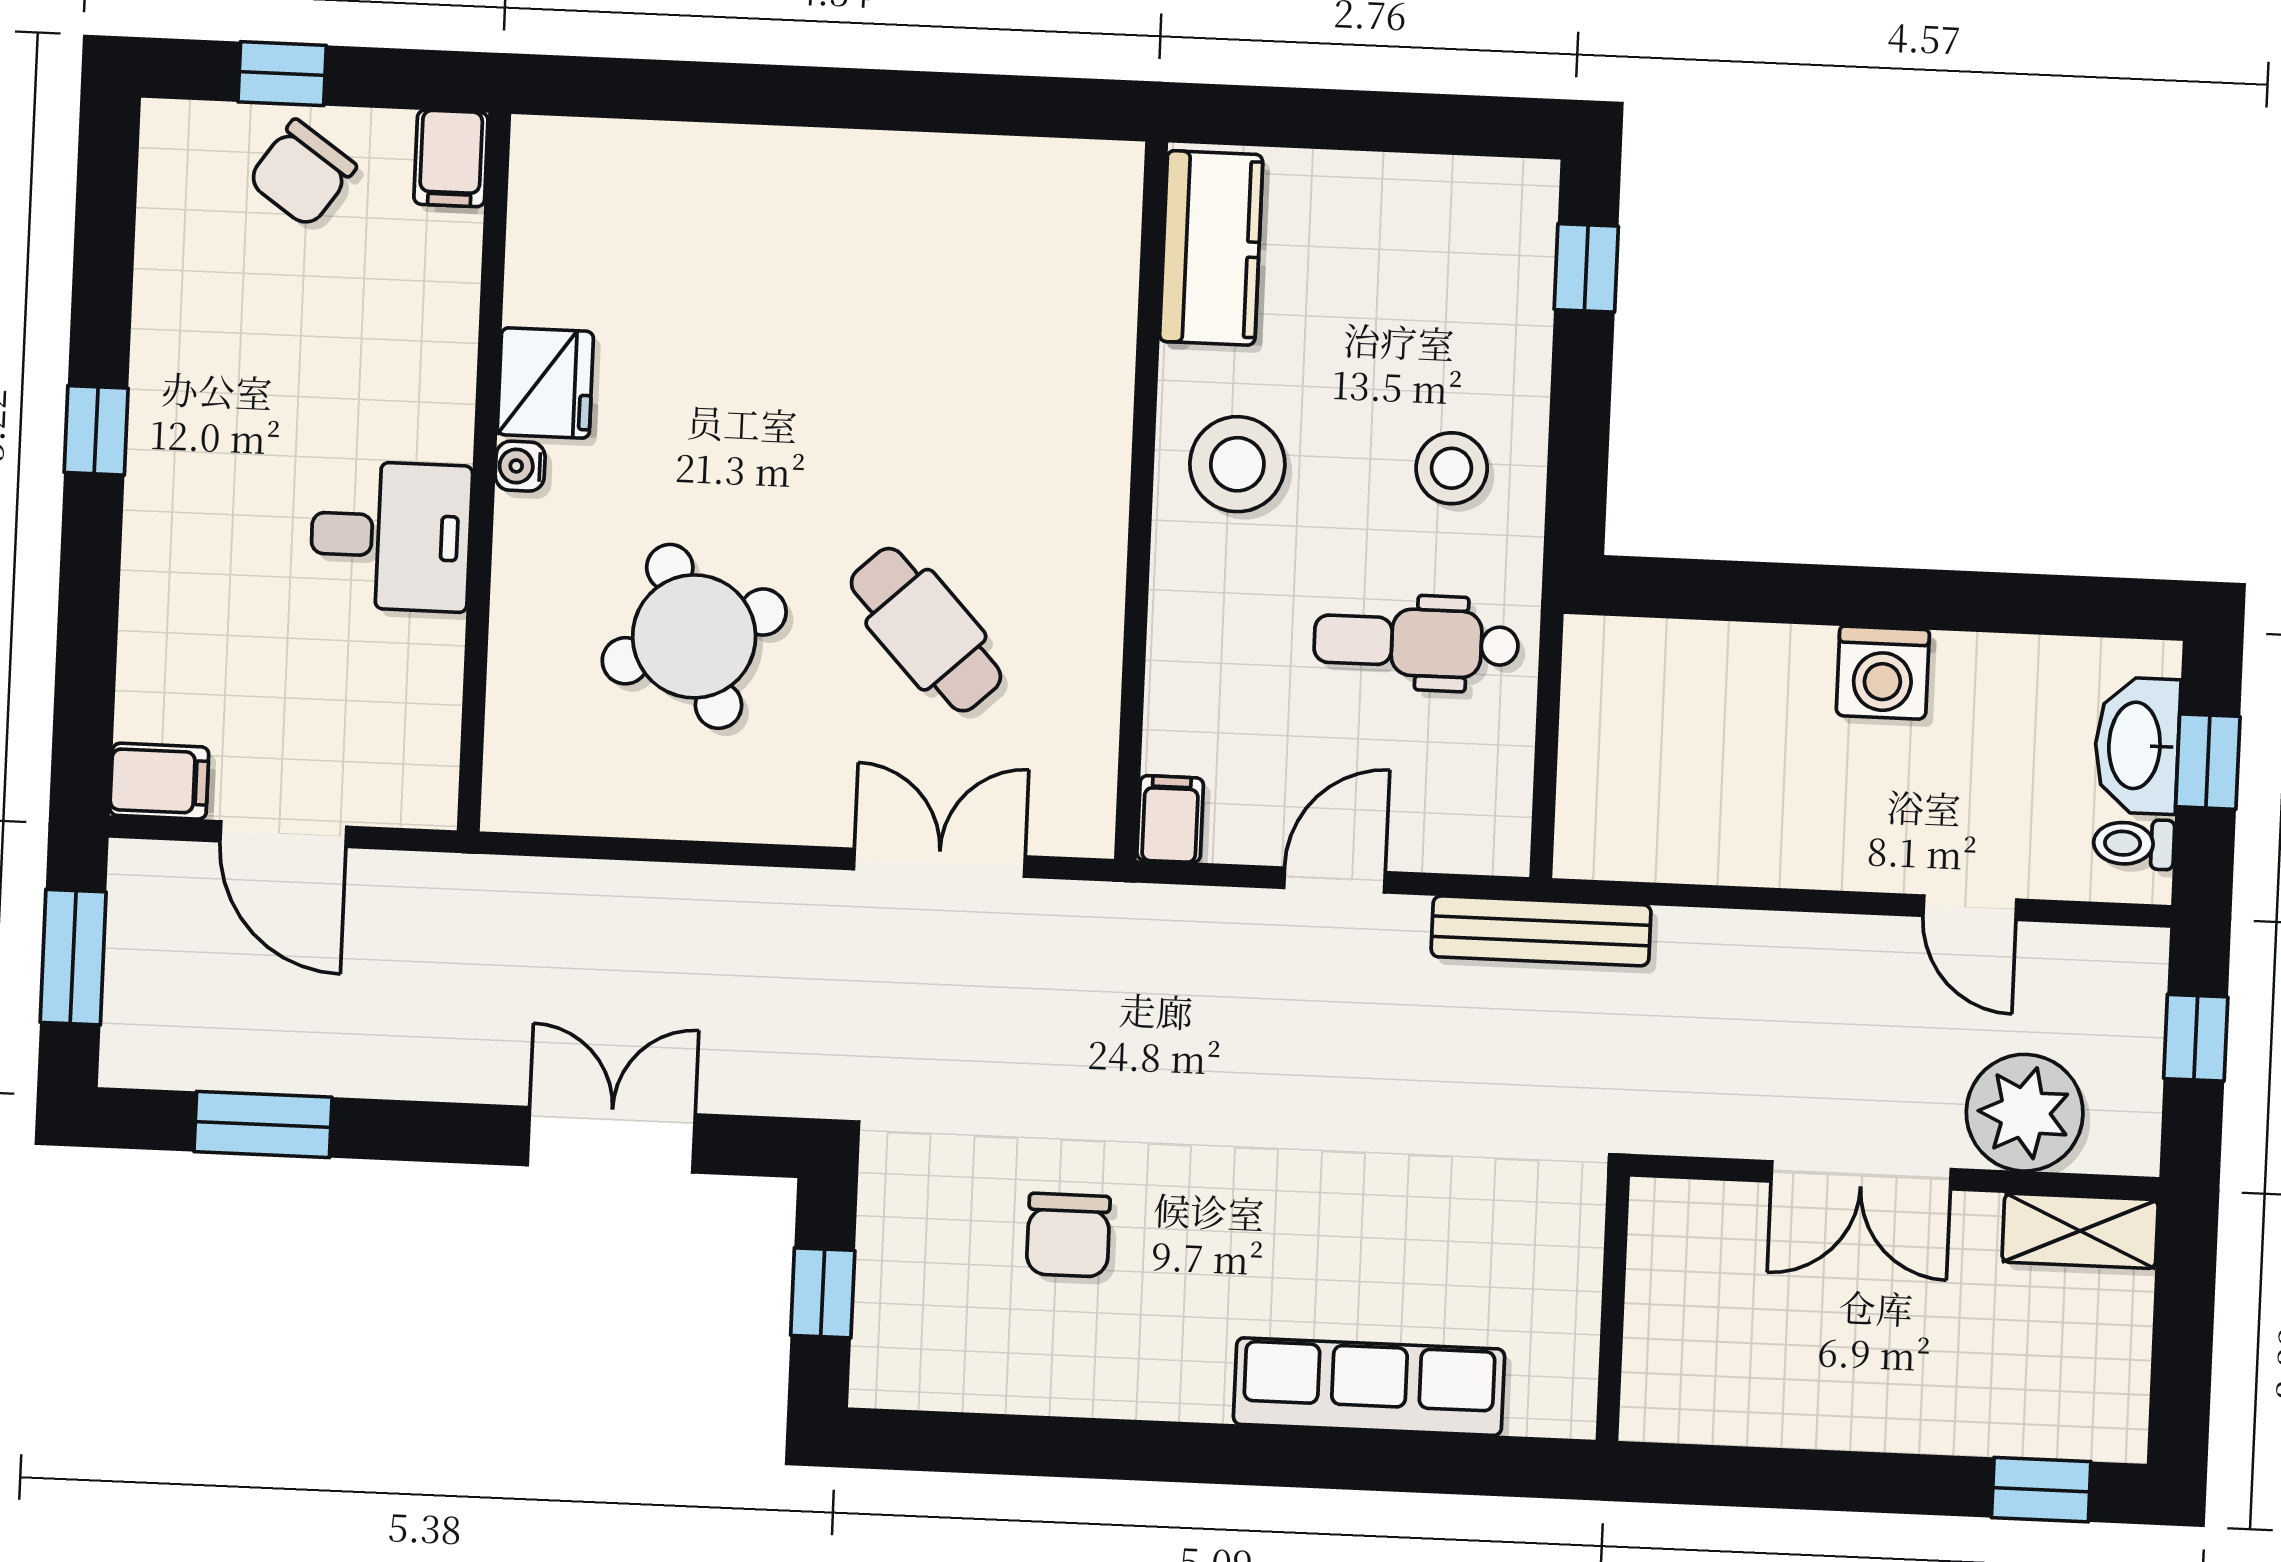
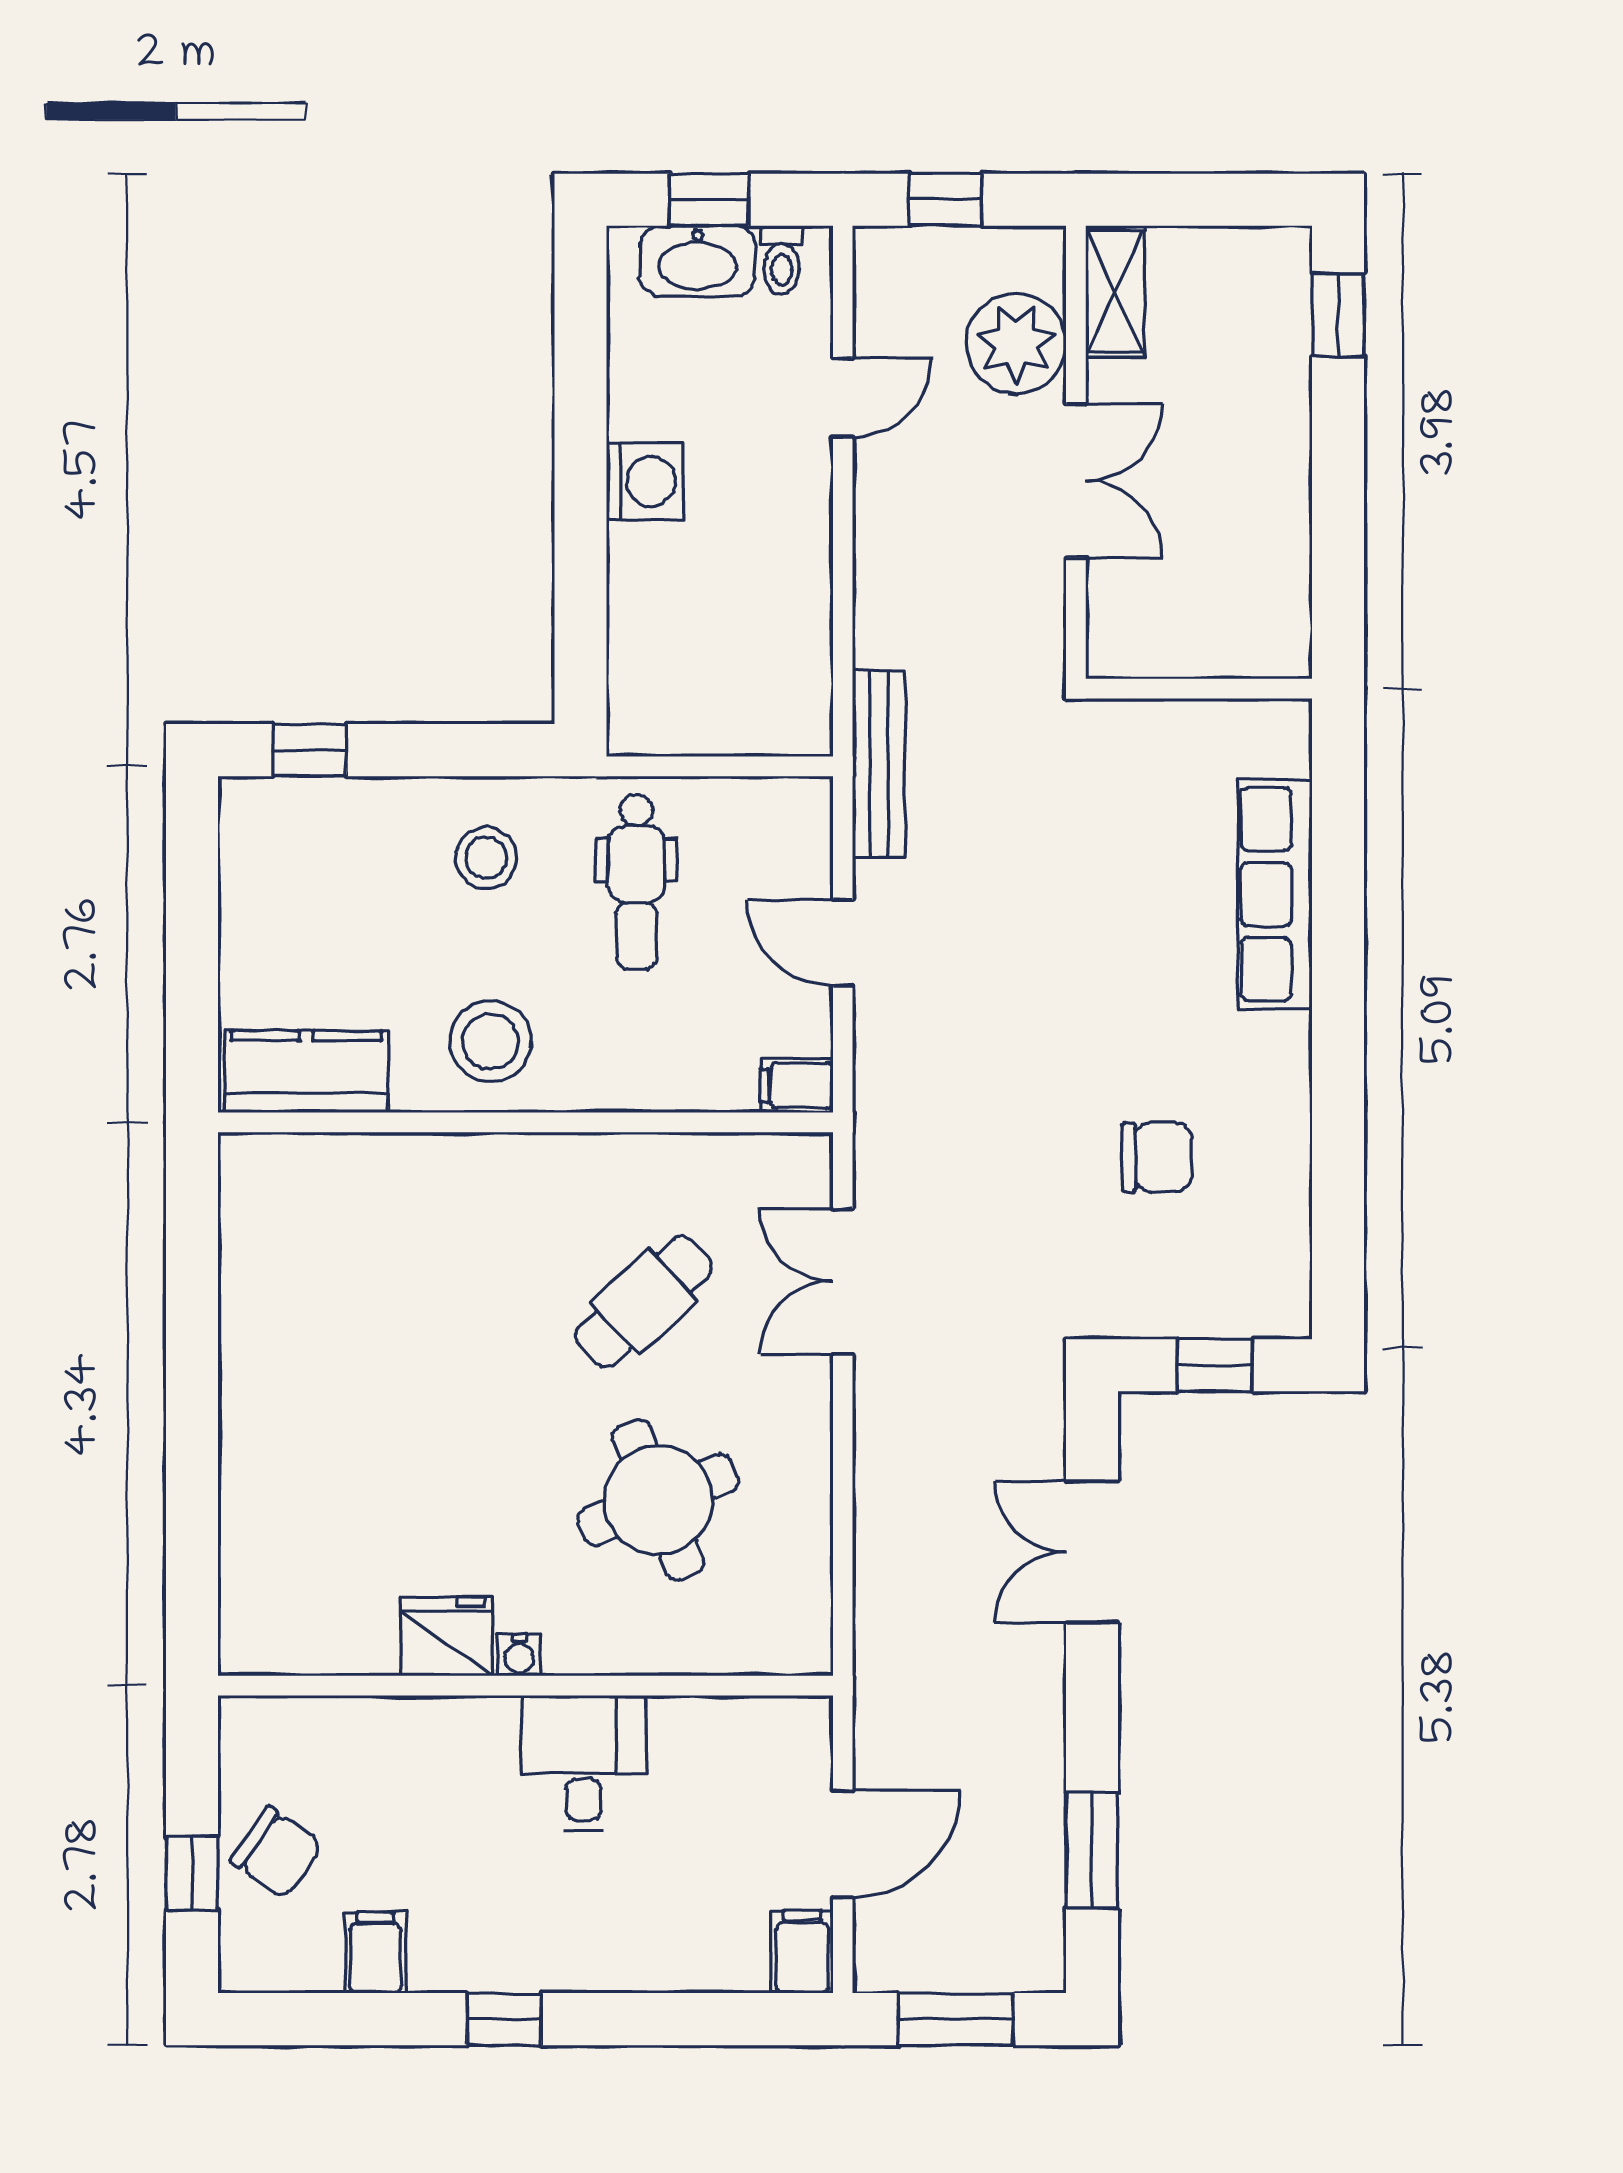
filing cabinet: (451, 158) -> (376, 1953), moved, turned -90

